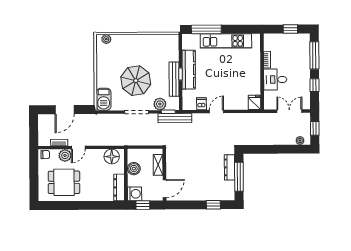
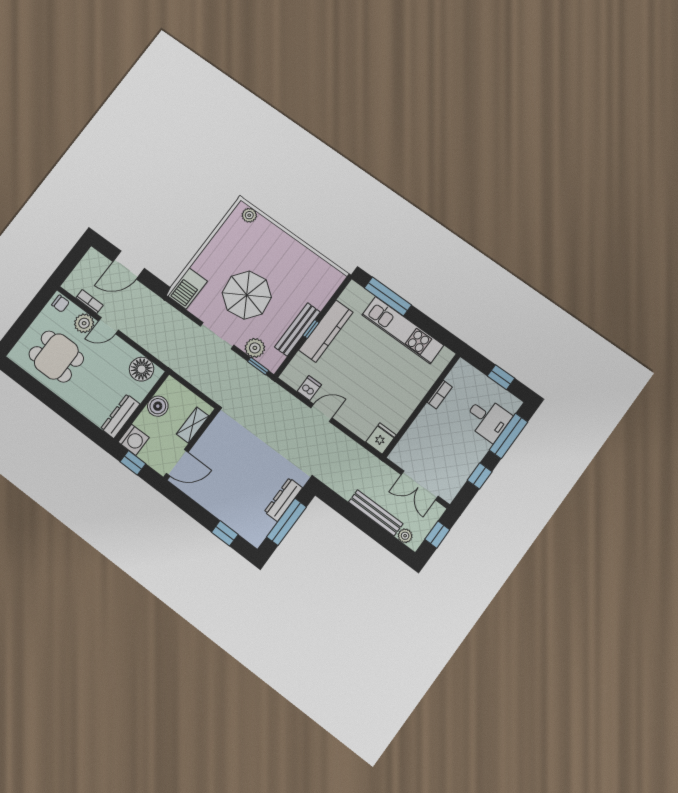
desk: (275, 80) -> (488, 419), moved, turned 180
double door: (289, 111) -> (420, 485), swing flipped
bench: (175, 118) -> (376, 513), moved

